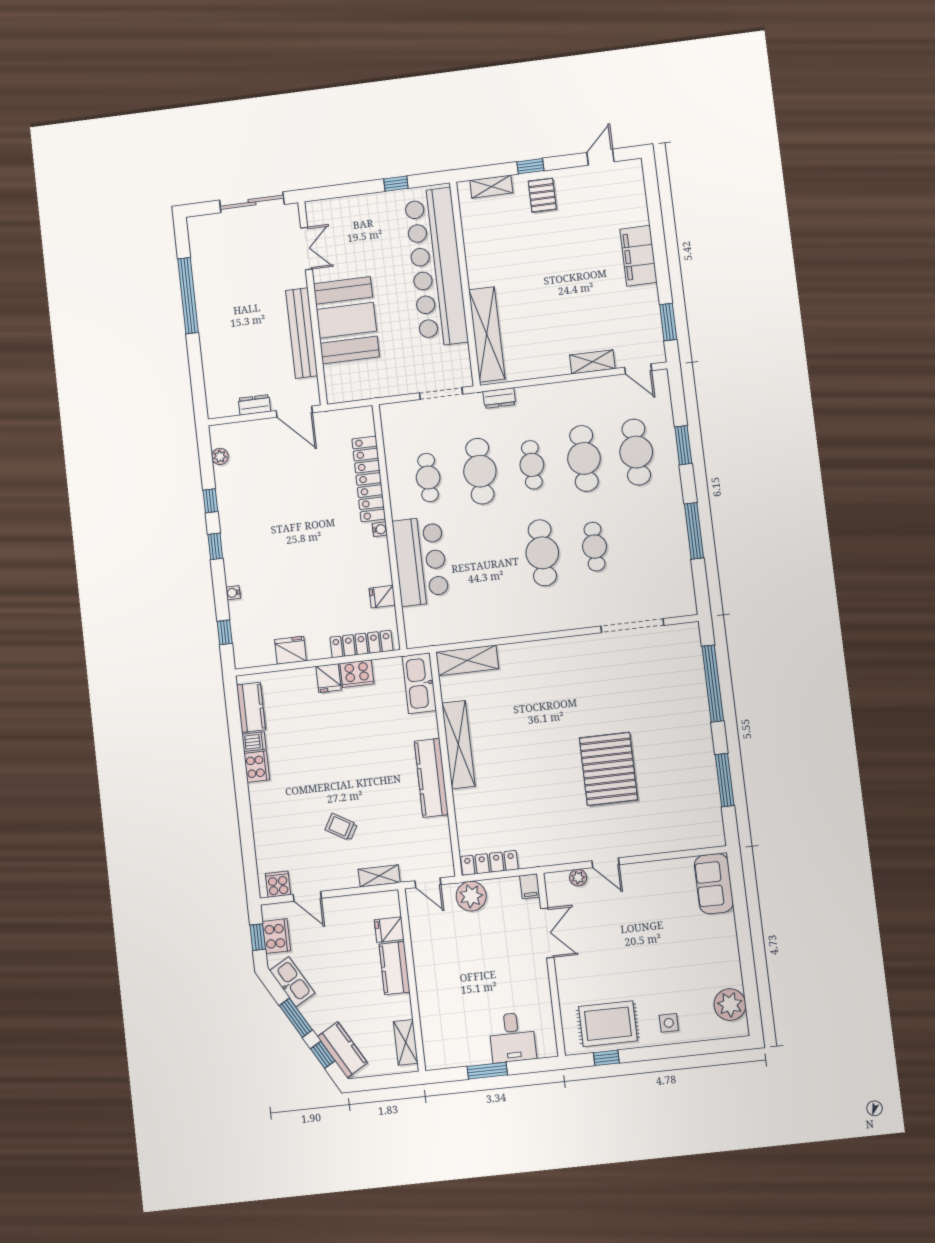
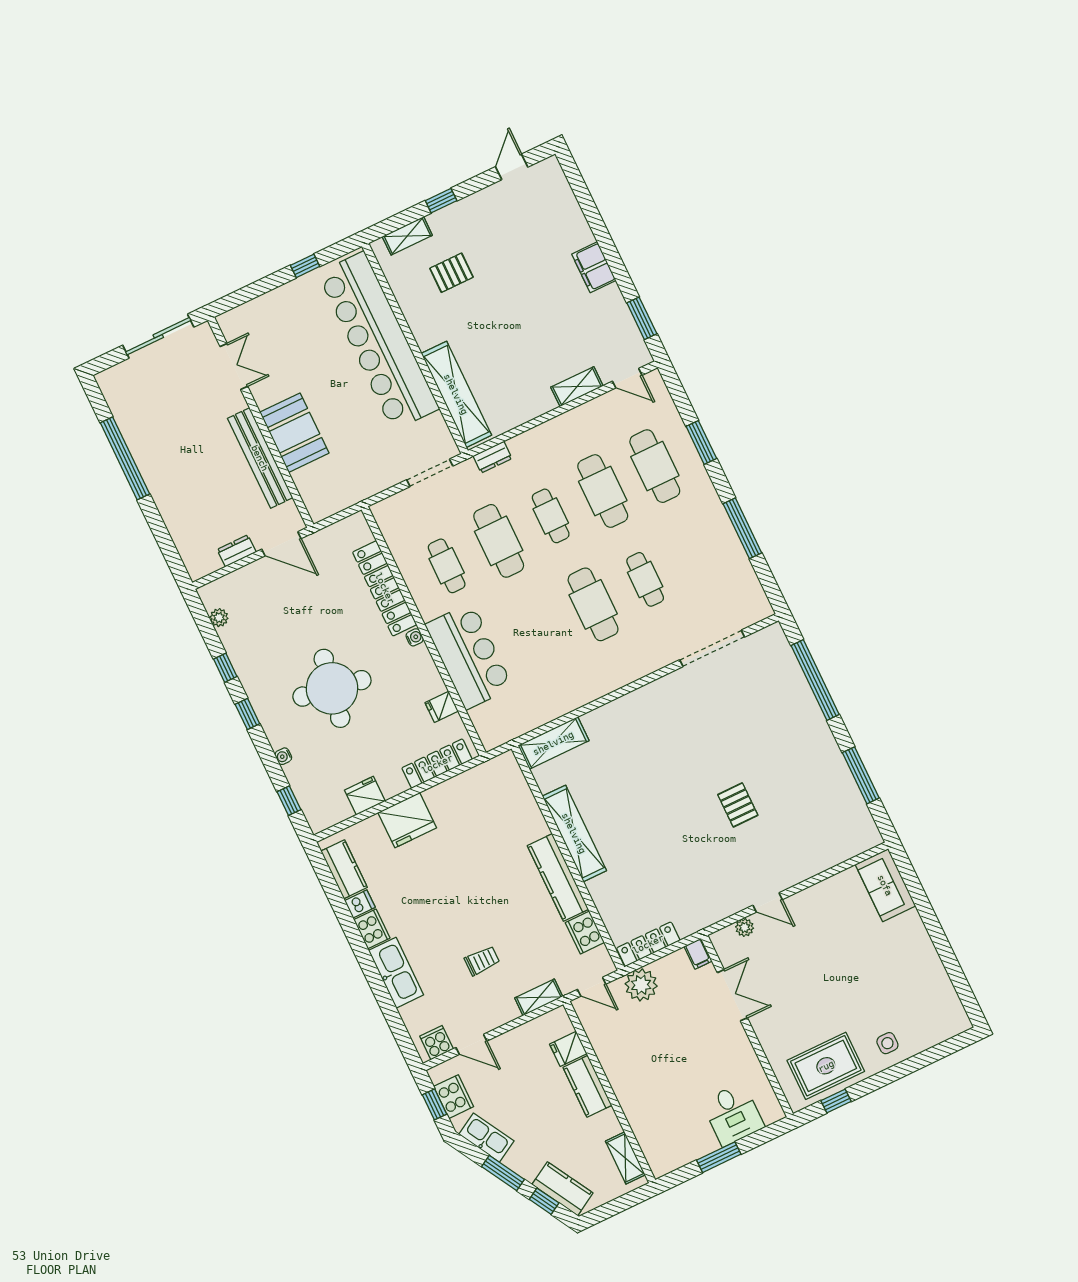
pallet: (542, 195) -> (451, 273), moved, turned 90
filing cabinet: (638, 256) -> (594, 267), width x0.67, depth x0.86
booth: (346, 320) -> (294, 433), width x0.73, depth x0.70
round table: (294, 549) -> (332, 688), added
cooker: (357, 674) -> (585, 932), moved, turned 90
fridge: (329, 678) -> (407, 820), width x1.88, depth x1.34
kitchen sink: (419, 683) -> (396, 973), moved, turned 180
pallet: (608, 769) -> (738, 805), width x0.49, depth x0.50
trolley: (341, 827) -> (482, 961), turned 150
plant: (730, 1005) -> (943, 1003), removed

